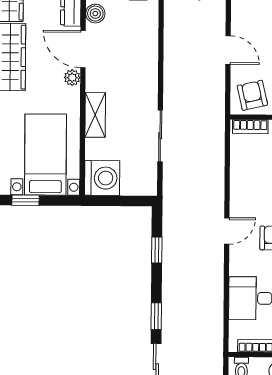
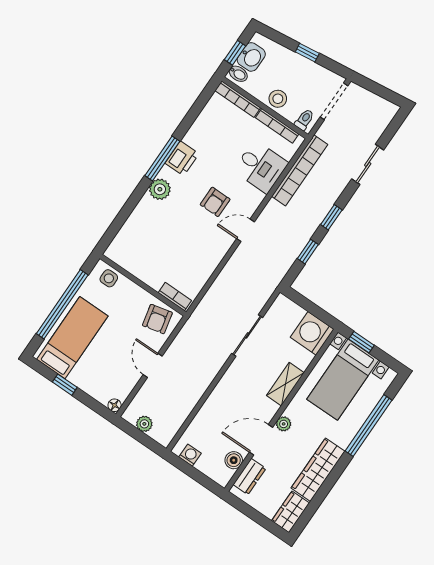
door: (83, 49) -> (261, 440), swing flipped
window: (25, 200) -> (361, 342), moved
window: (156, 316) -> (331, 217), moved
bookcase: (214, 319) -> (300, 170), added

